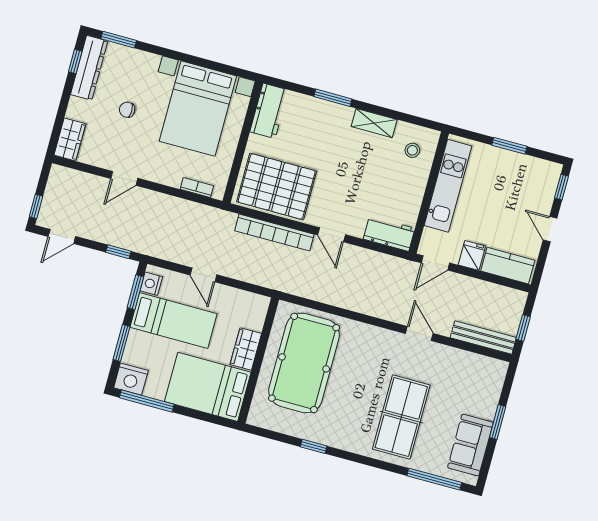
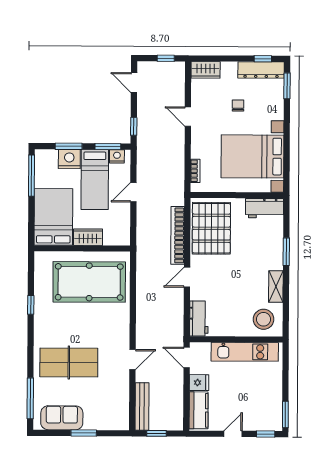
window: (509, 146) -> (285, 414), moved
stool: (412, 150) -> (264, 319), width x1.89, depth x1.89
window: (36, 206) -> (166, 58), moved
nightstand: (131, 379) -> (69, 159), moved, turned 90

